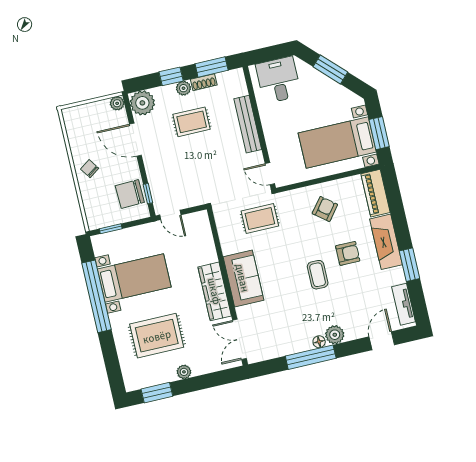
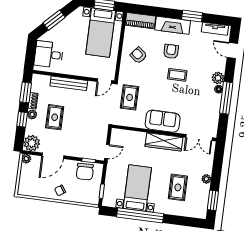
rug: (157, 336) -> (178, 187), width x0.73, depth x0.70

